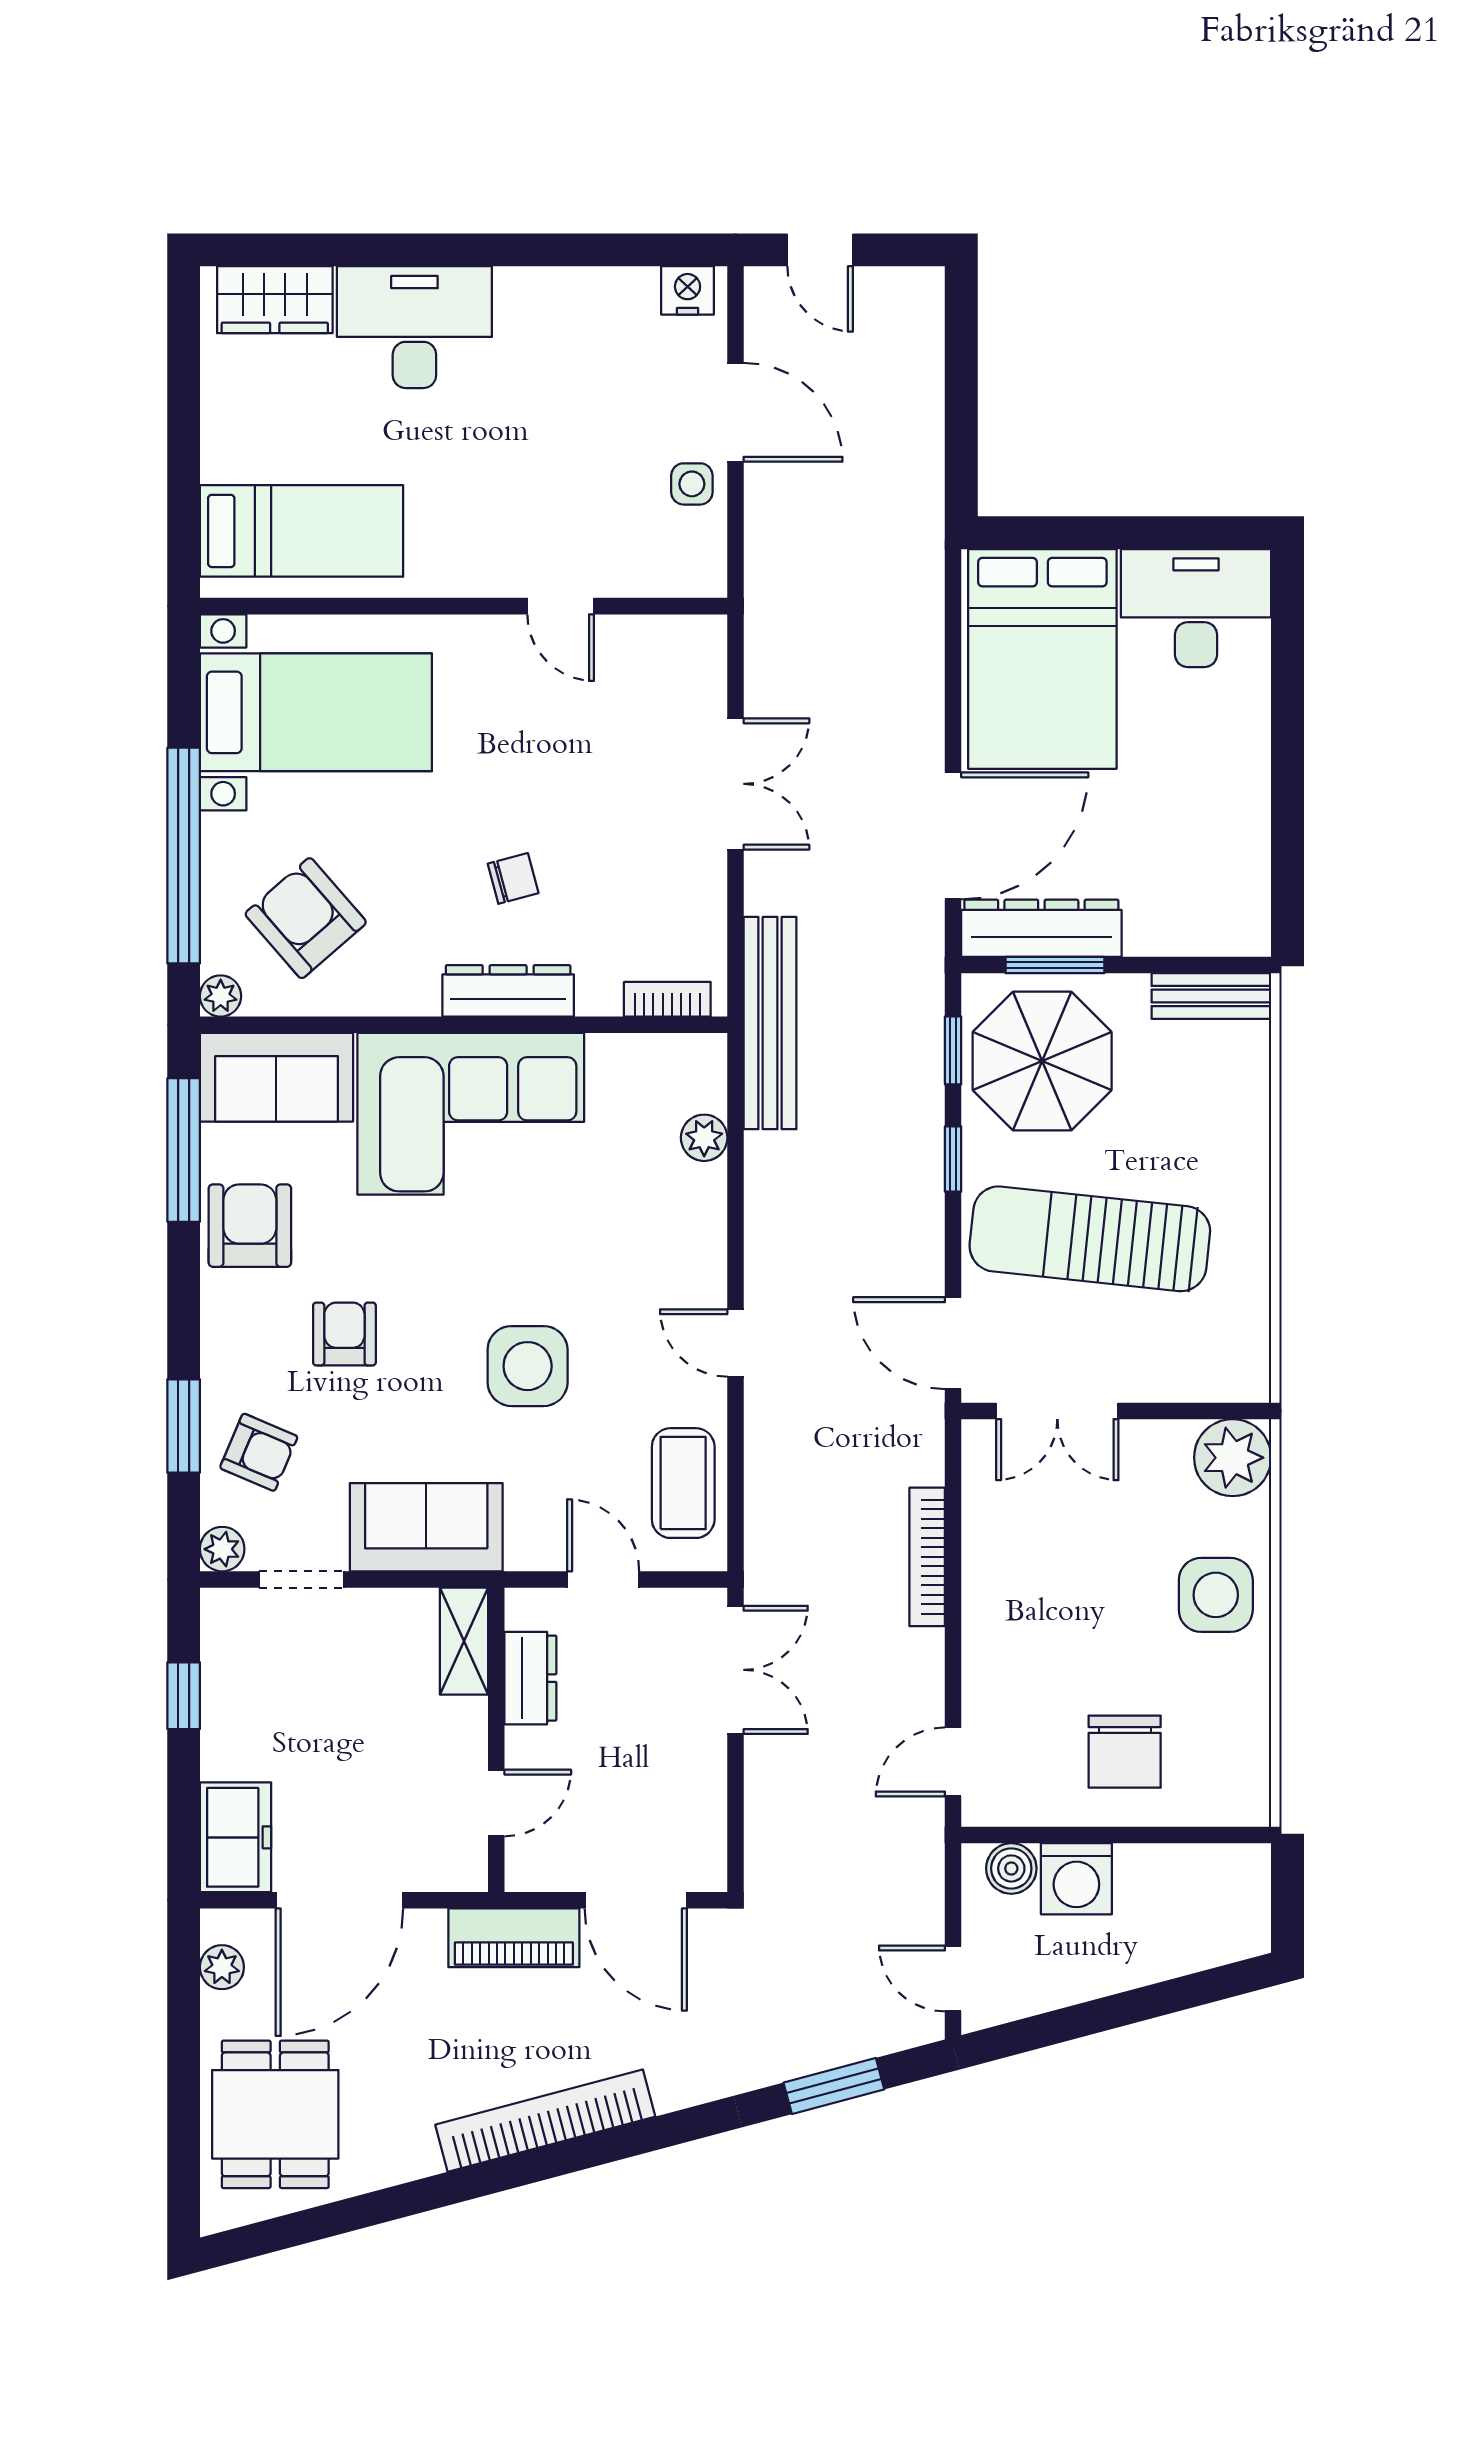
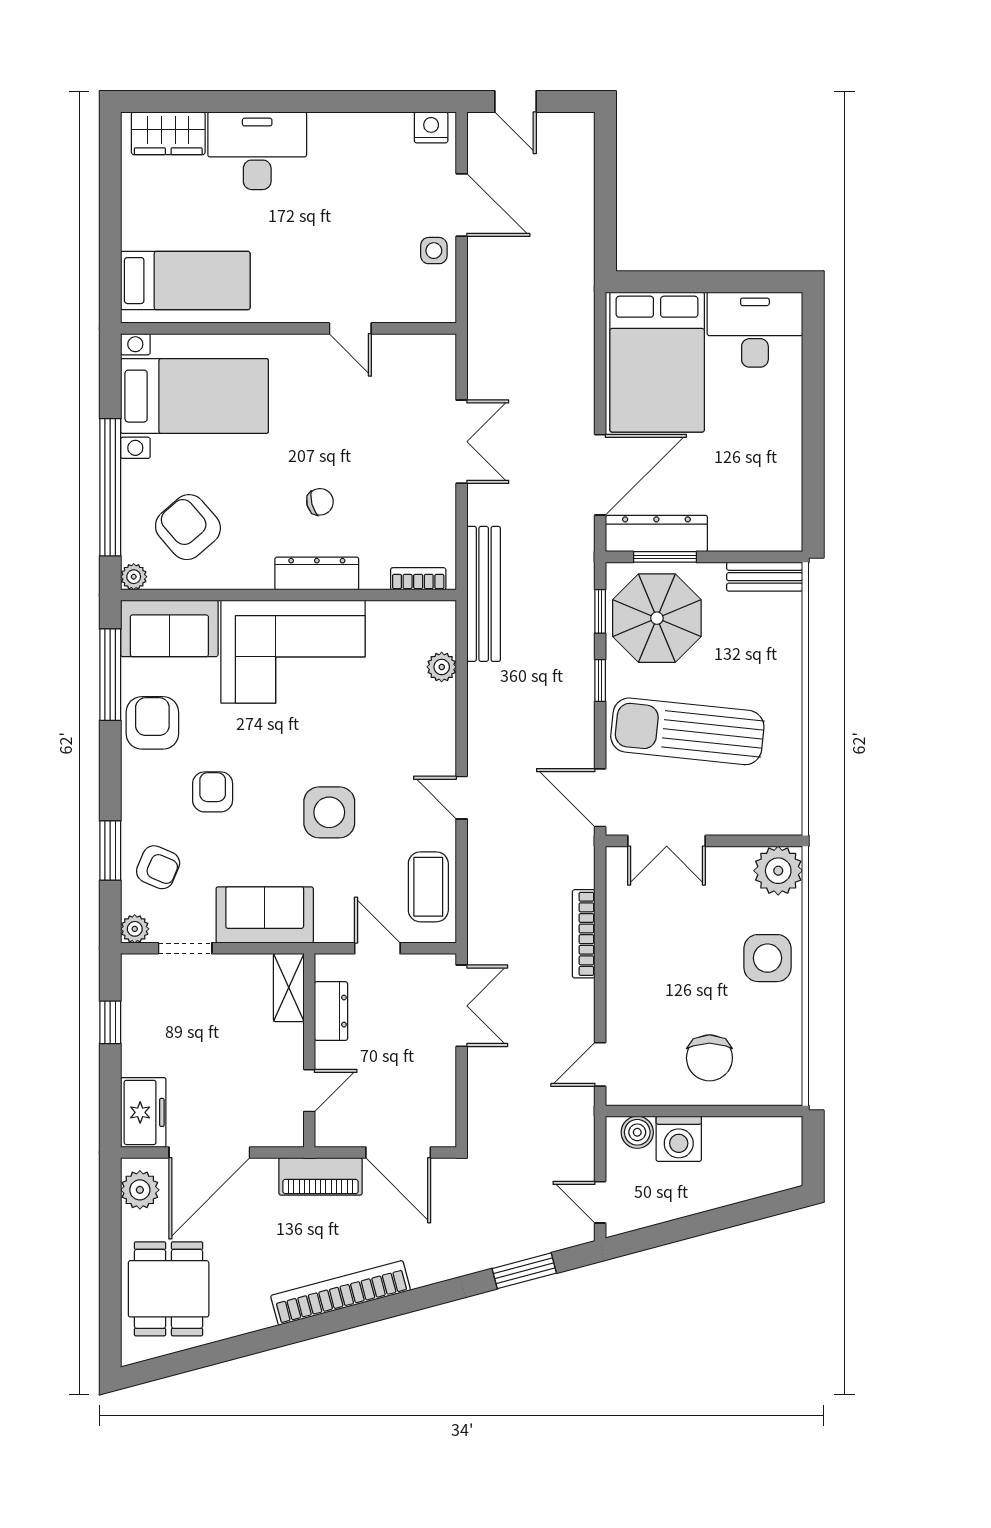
plant: (222, 1967) -> (140, 1190), width x1.38, depth x1.38

